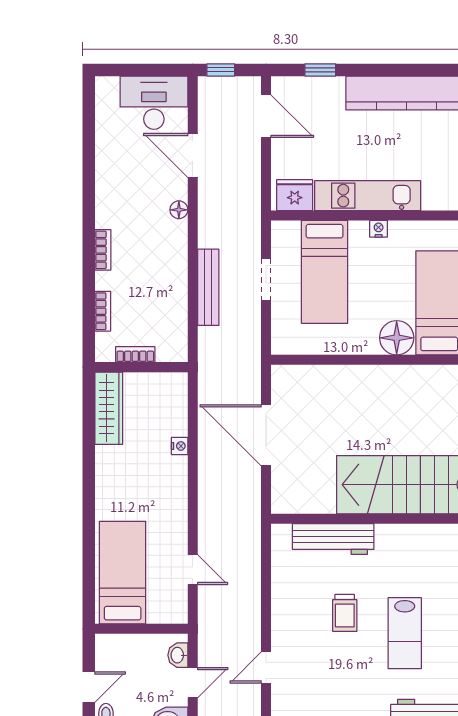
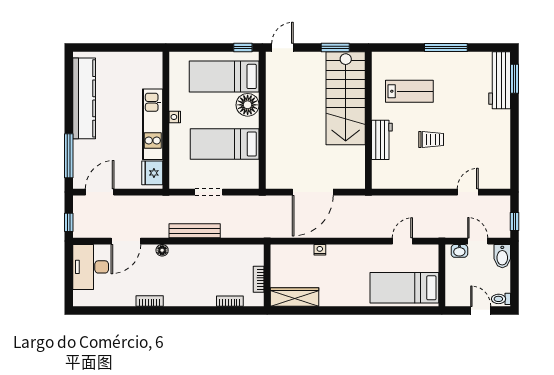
window: (320, 70) -> (69, 156), width x2.17
bookcase: (103, 250) -> (150, 301), moved
bed: (325, 272) -> (225, 144), moved, turned 180
bench: (208, 287) -> (195, 231), moved
workbench: (333, 539) -> (382, 140), width x0.73
lab bench: (405, 633) -> (409, 91), moved
door: (266, 668) -> (468, 192), swing flipped

